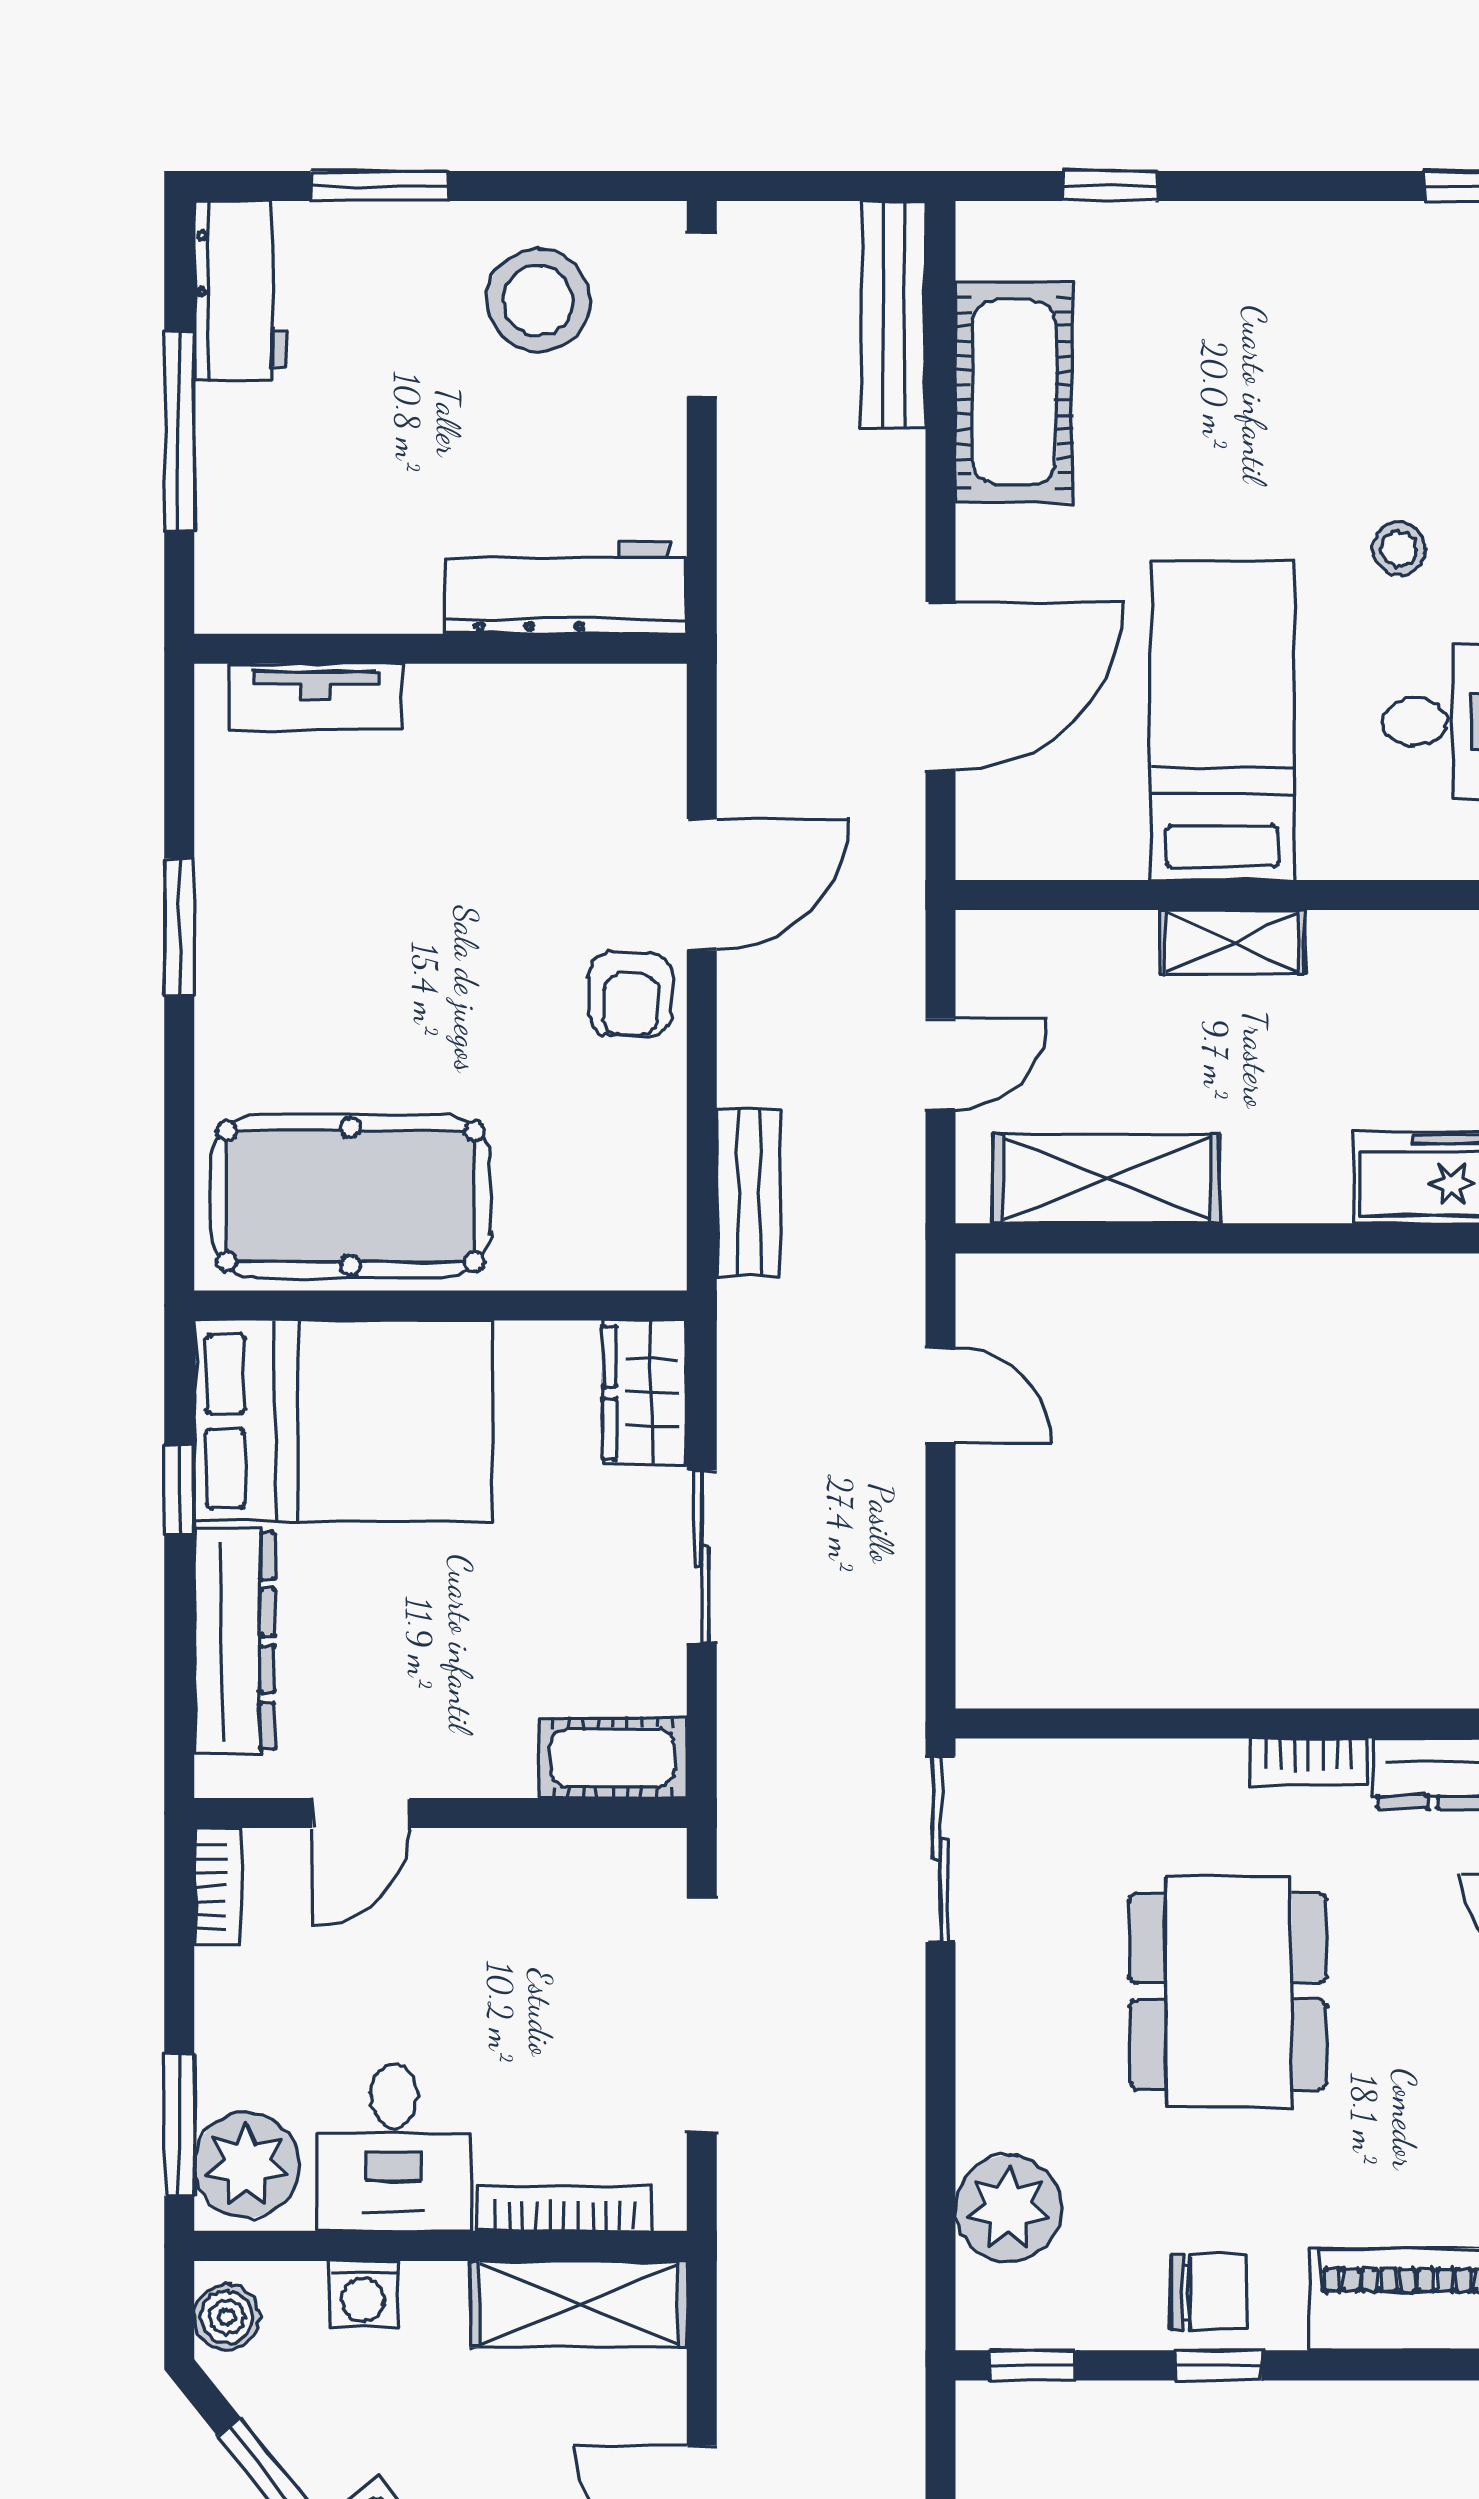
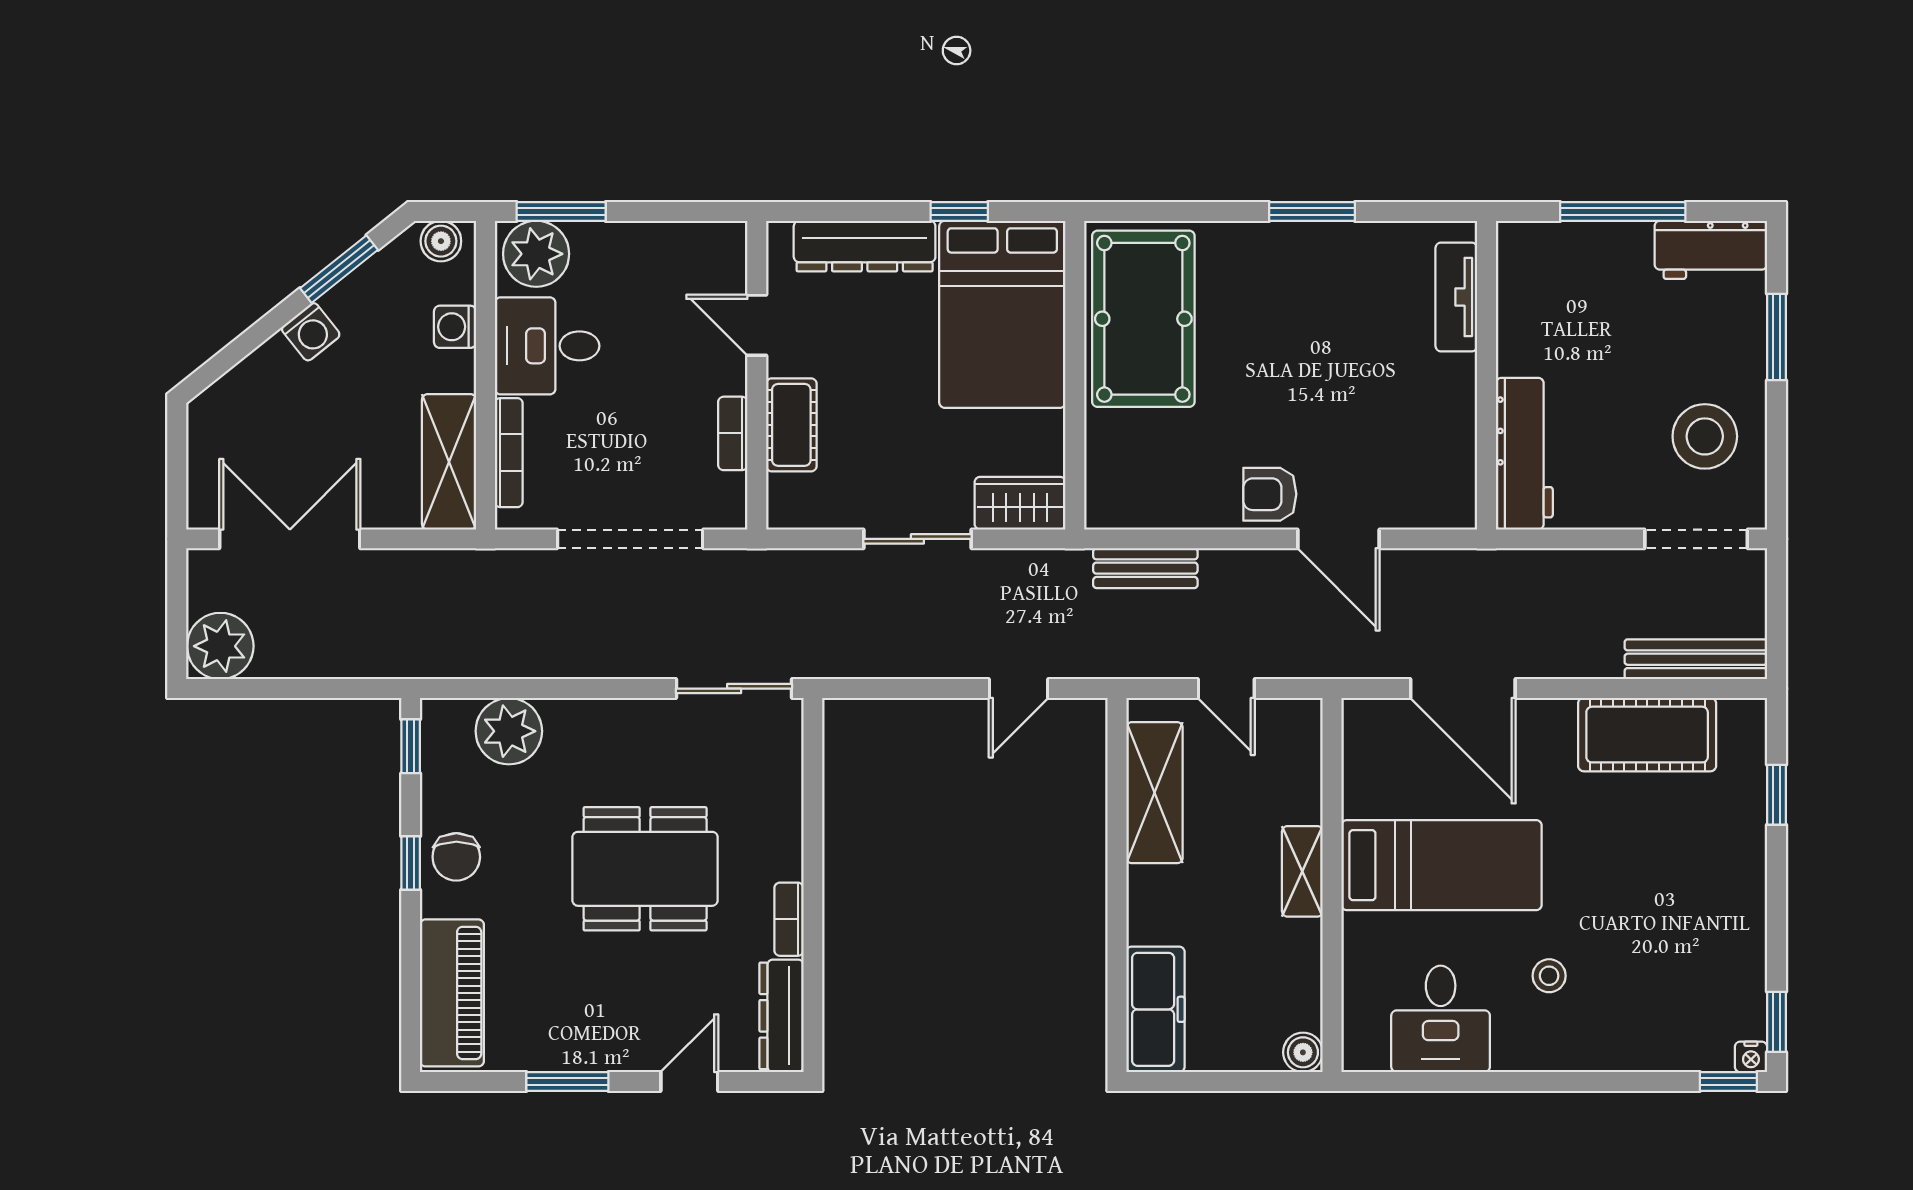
cot: (613, 1758) -> (791, 425), moved
bookcase: (218, 1887) -> (733, 433), moved, turned 90

